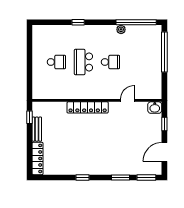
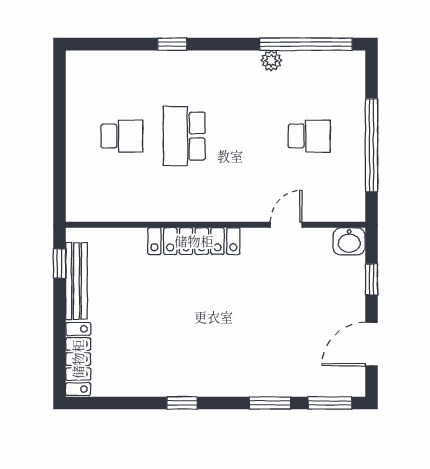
window: (164, 52) -> (371, 145), moved
school desk: (110, 62) -> (309, 136), moved
bench: (37, 129) -> (76, 281), width x1.36

